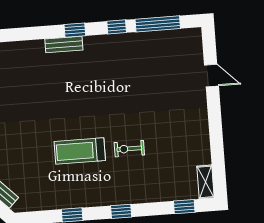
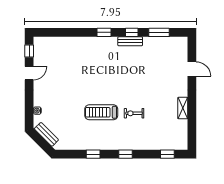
window: (158, 24) -> (159, 32), width x0.69
bench: (64, 45) -> (130, 41), moved
shelving: (205, 182) -> (183, 108), moved

